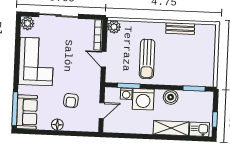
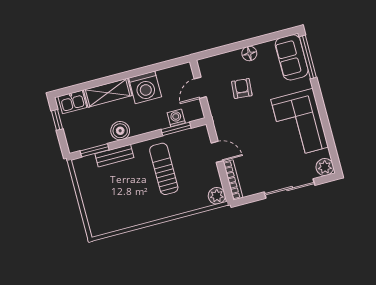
bench: (180, 29) -> (114, 156), moved
washing machine: (143, 99) -> (145, 87), moved, turned 180

